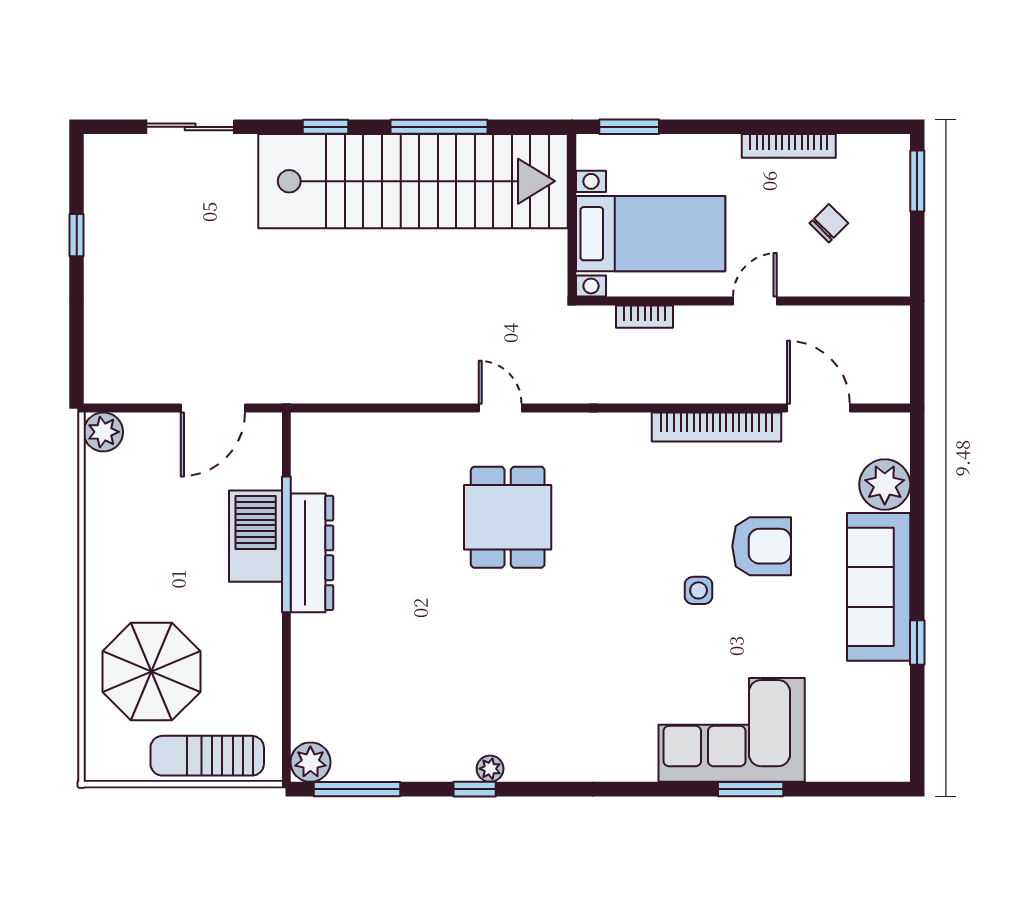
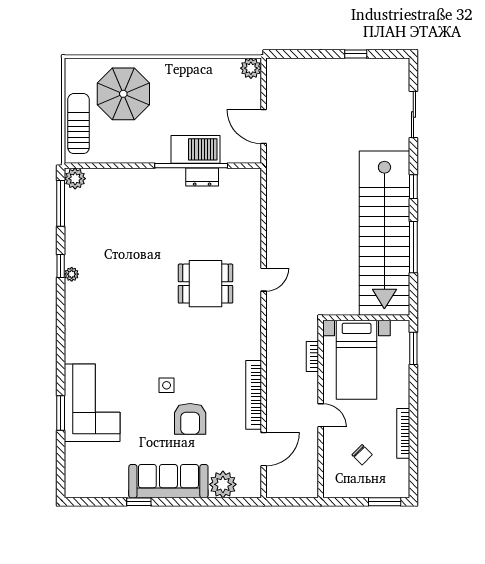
dresser: (312, 553) -> (202, 177), width x0.51, depth x0.80

